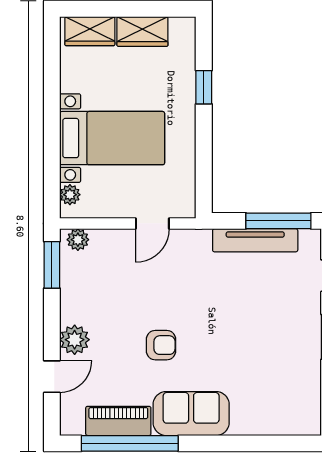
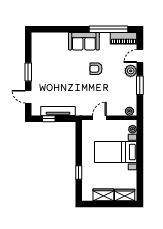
window: (278, 221) -> (49, 119), width x0.46
window: (52, 265) -> (140, 85), moved
piano: (118, 421) -> (124, 38), moved

